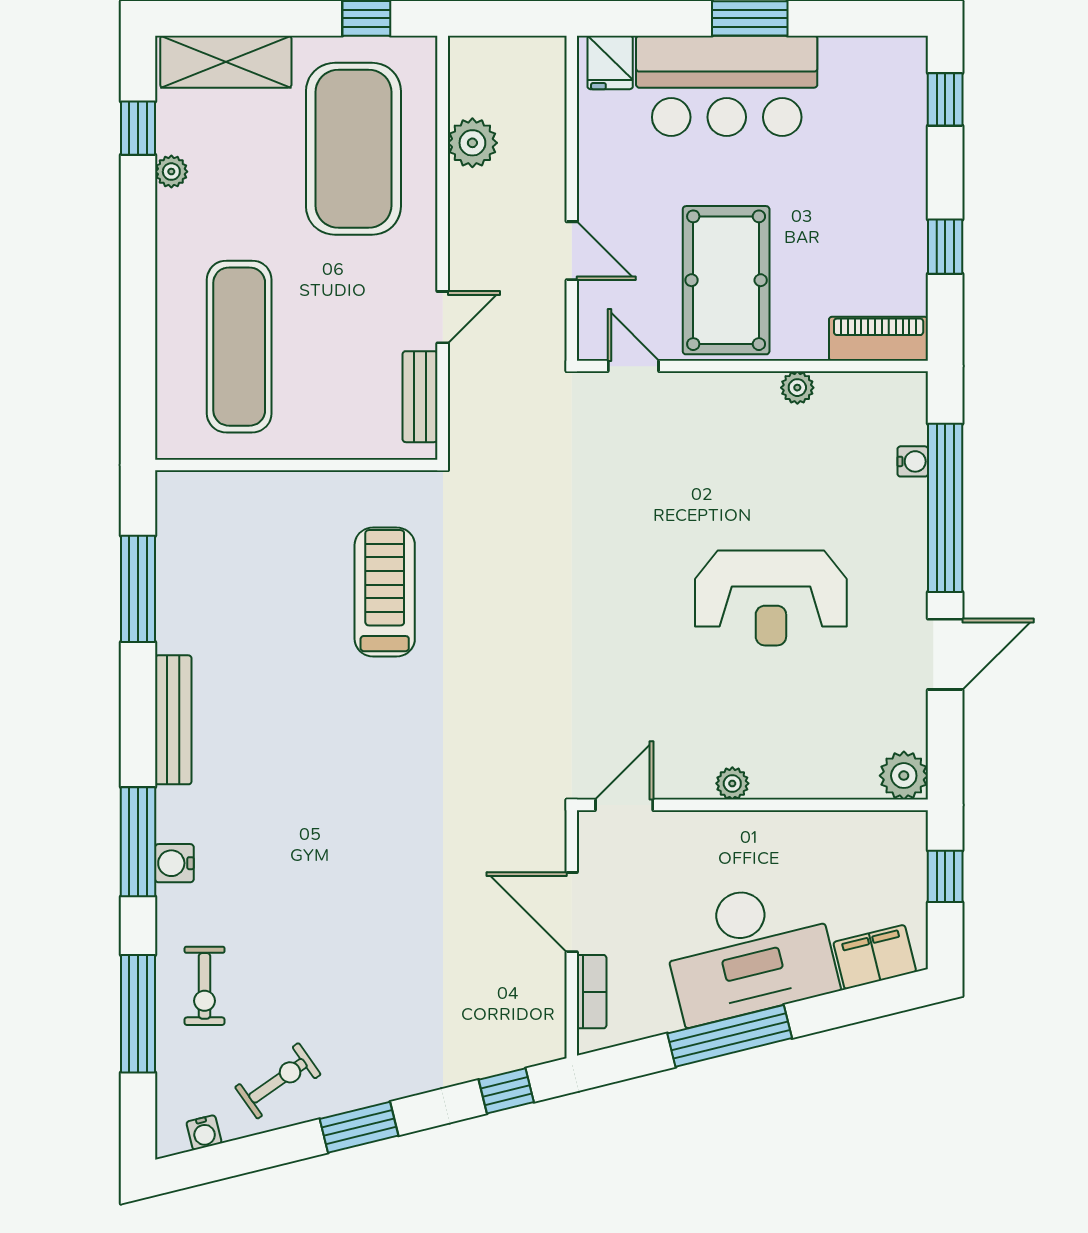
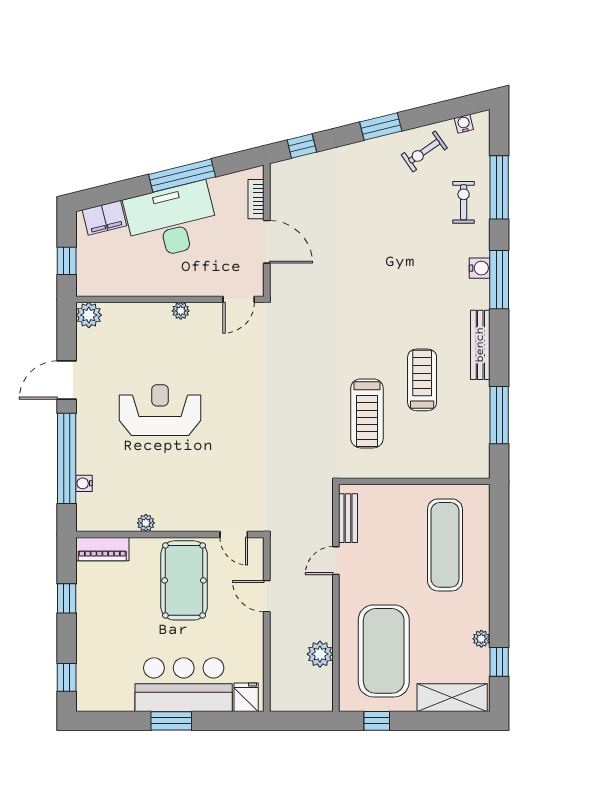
treadmill: (282, 655) -> (422, 380), added

